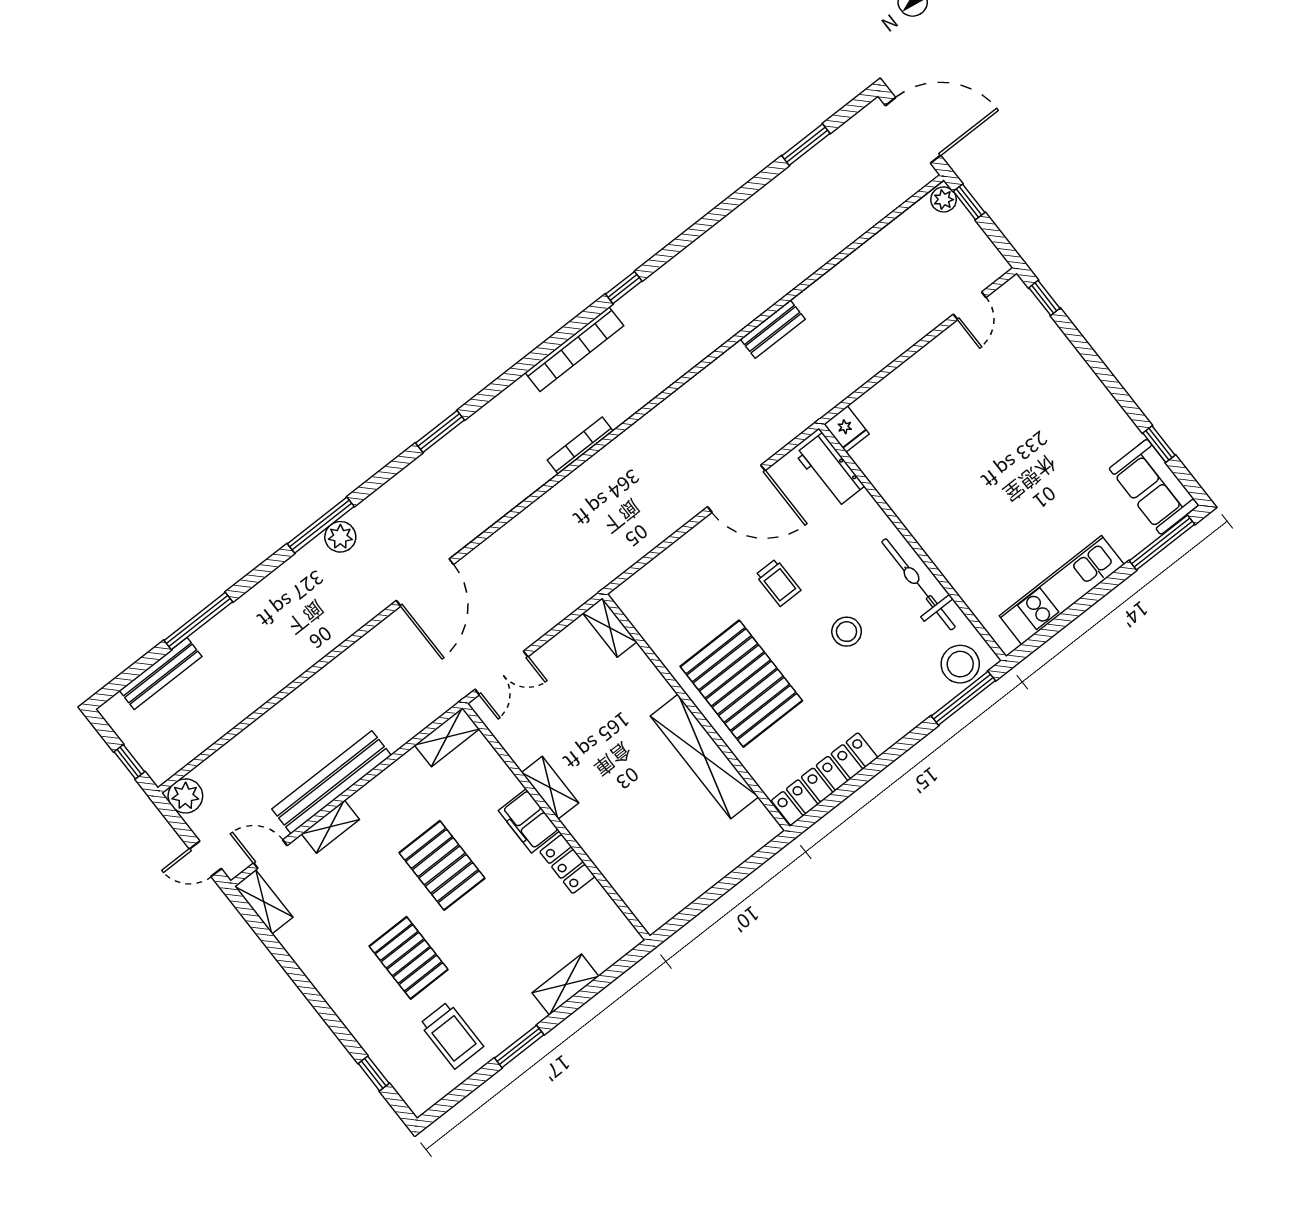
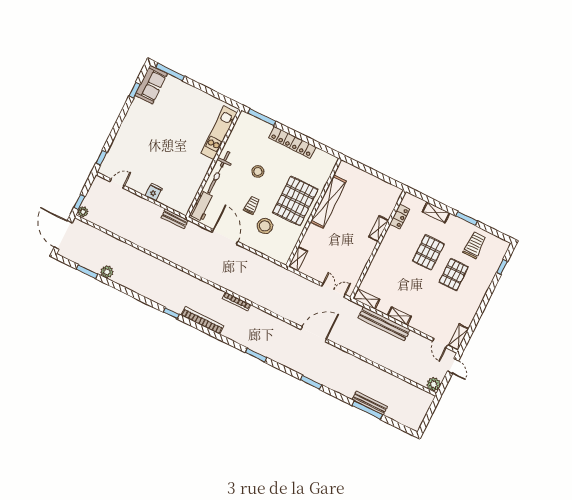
bench: (773, 329) -> (175, 219), moved
fridge: (847, 429) -> (154, 192), moved
window: (321, 525) -> (311, 382), width x0.69
plant: (340, 537) -> (107, 272), moved
bicycle: (918, 584) -> (219, 172), moved
kitchen unit: (1062, 590) -> (219, 133), moved, turned 90
stool: (960, 664) -> (265, 226), moved
bench: (161, 674) -> (370, 403), moved
window: (129, 762) -> (431, 411), removed
locker: (824, 779) -> (292, 142), moved
bench: (332, 782) -> (384, 324), moved
shelving: (550, 788) -> (379, 229), moved
filing cabinet: (529, 821) -> (383, 254), removed
shelving: (330, 827) -> (399, 316), moved
locker: (567, 864) -> (400, 217), moved
pallet: (442, 865) -> (428, 252), moved

